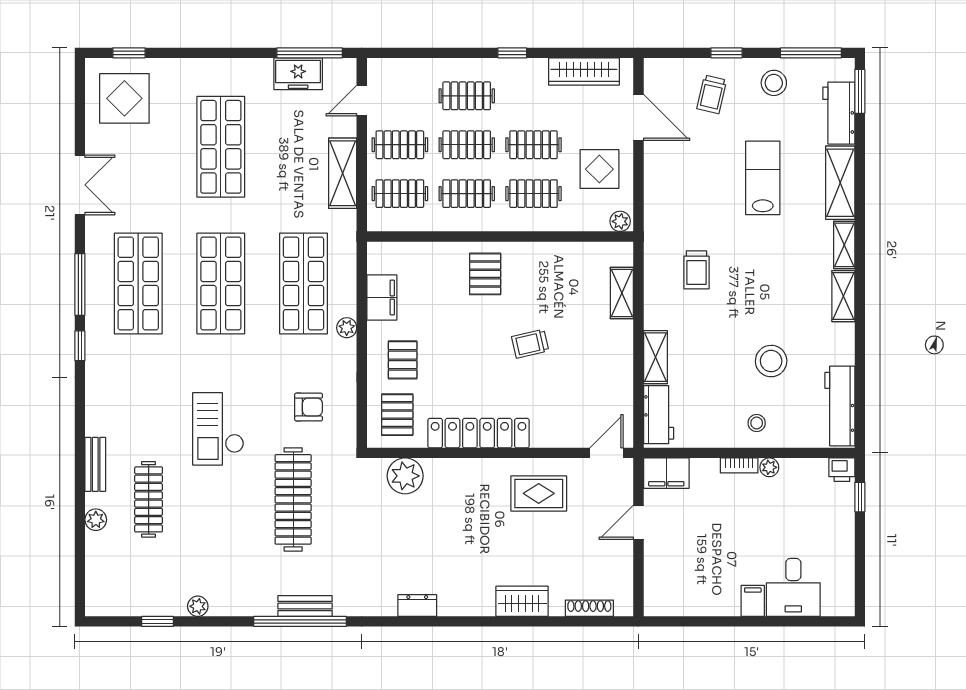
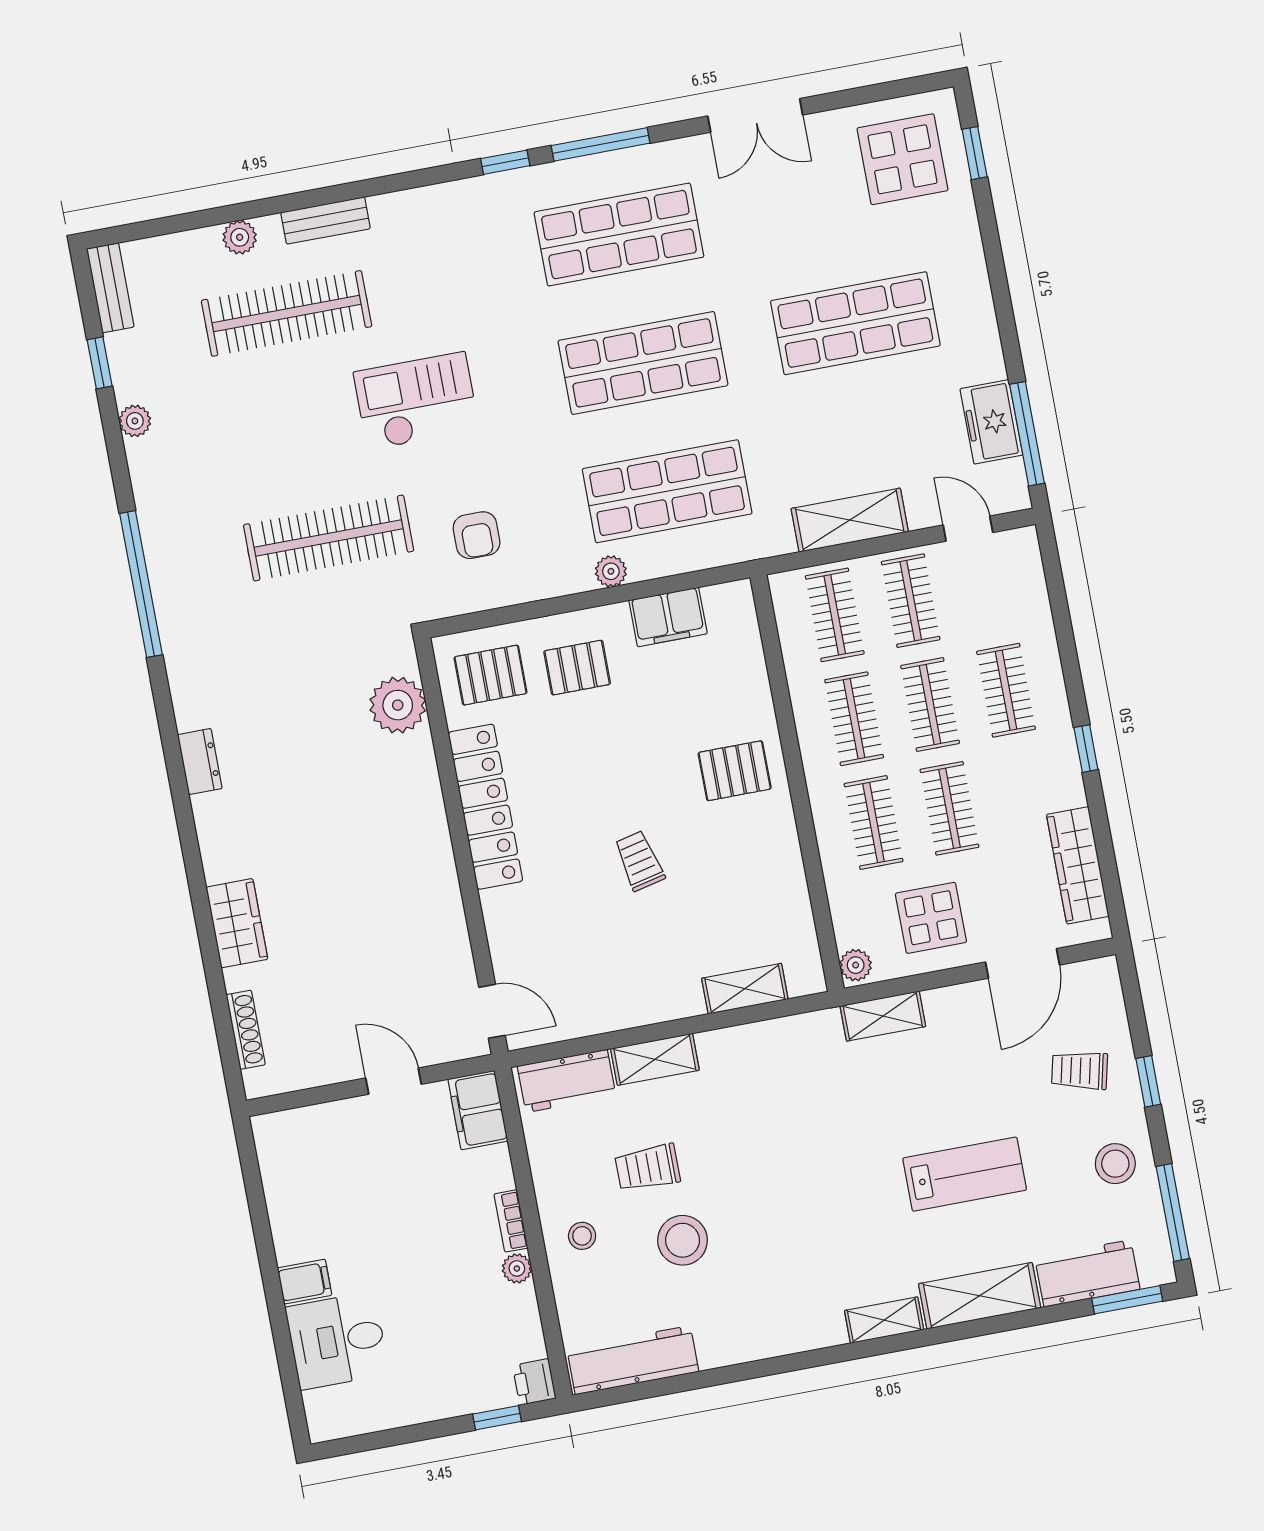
trolley: (696, 270) -> (648, 1168), moved
shelving: (843, 296) -> (883, 1016), moved
rug: (539, 493) -> (409, 918), removed
clothes rail: (149, 499) -> (287, 313), width x1.37, depth x1.31
bench: (305, 606) -> (110, 288), moved

